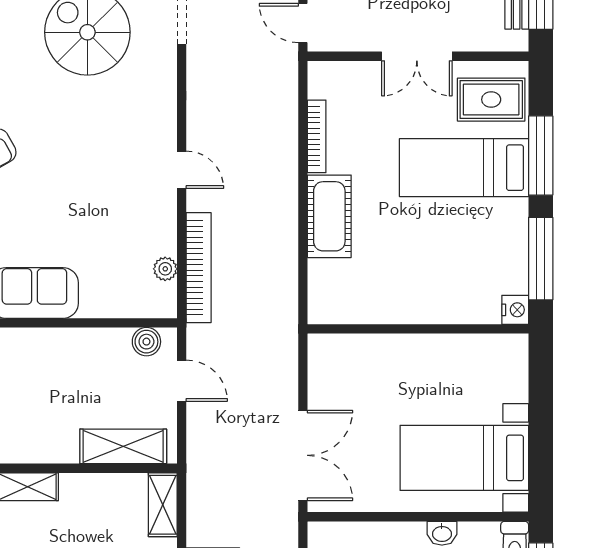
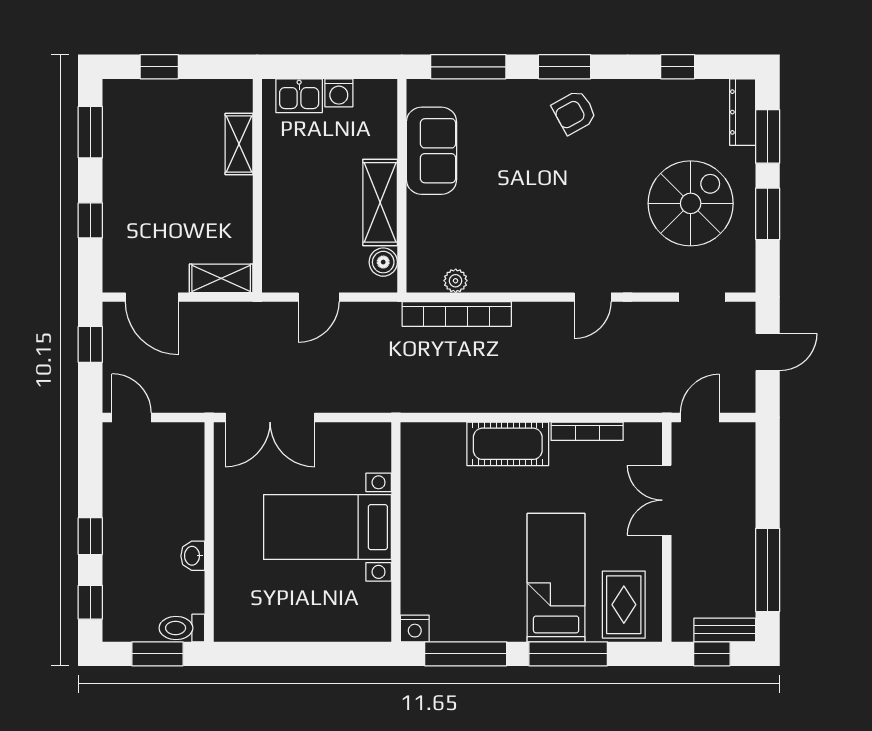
double door: (417, 56) -> (667, 500), moved
door: (182, 170) -> (593, 297), moved
door: (182, 381) -> (319, 297), moved
shelving: (123, 446) -> (380, 202), moved
bed with nightstands: (464, 458) -> (327, 527), moved, turned -90

